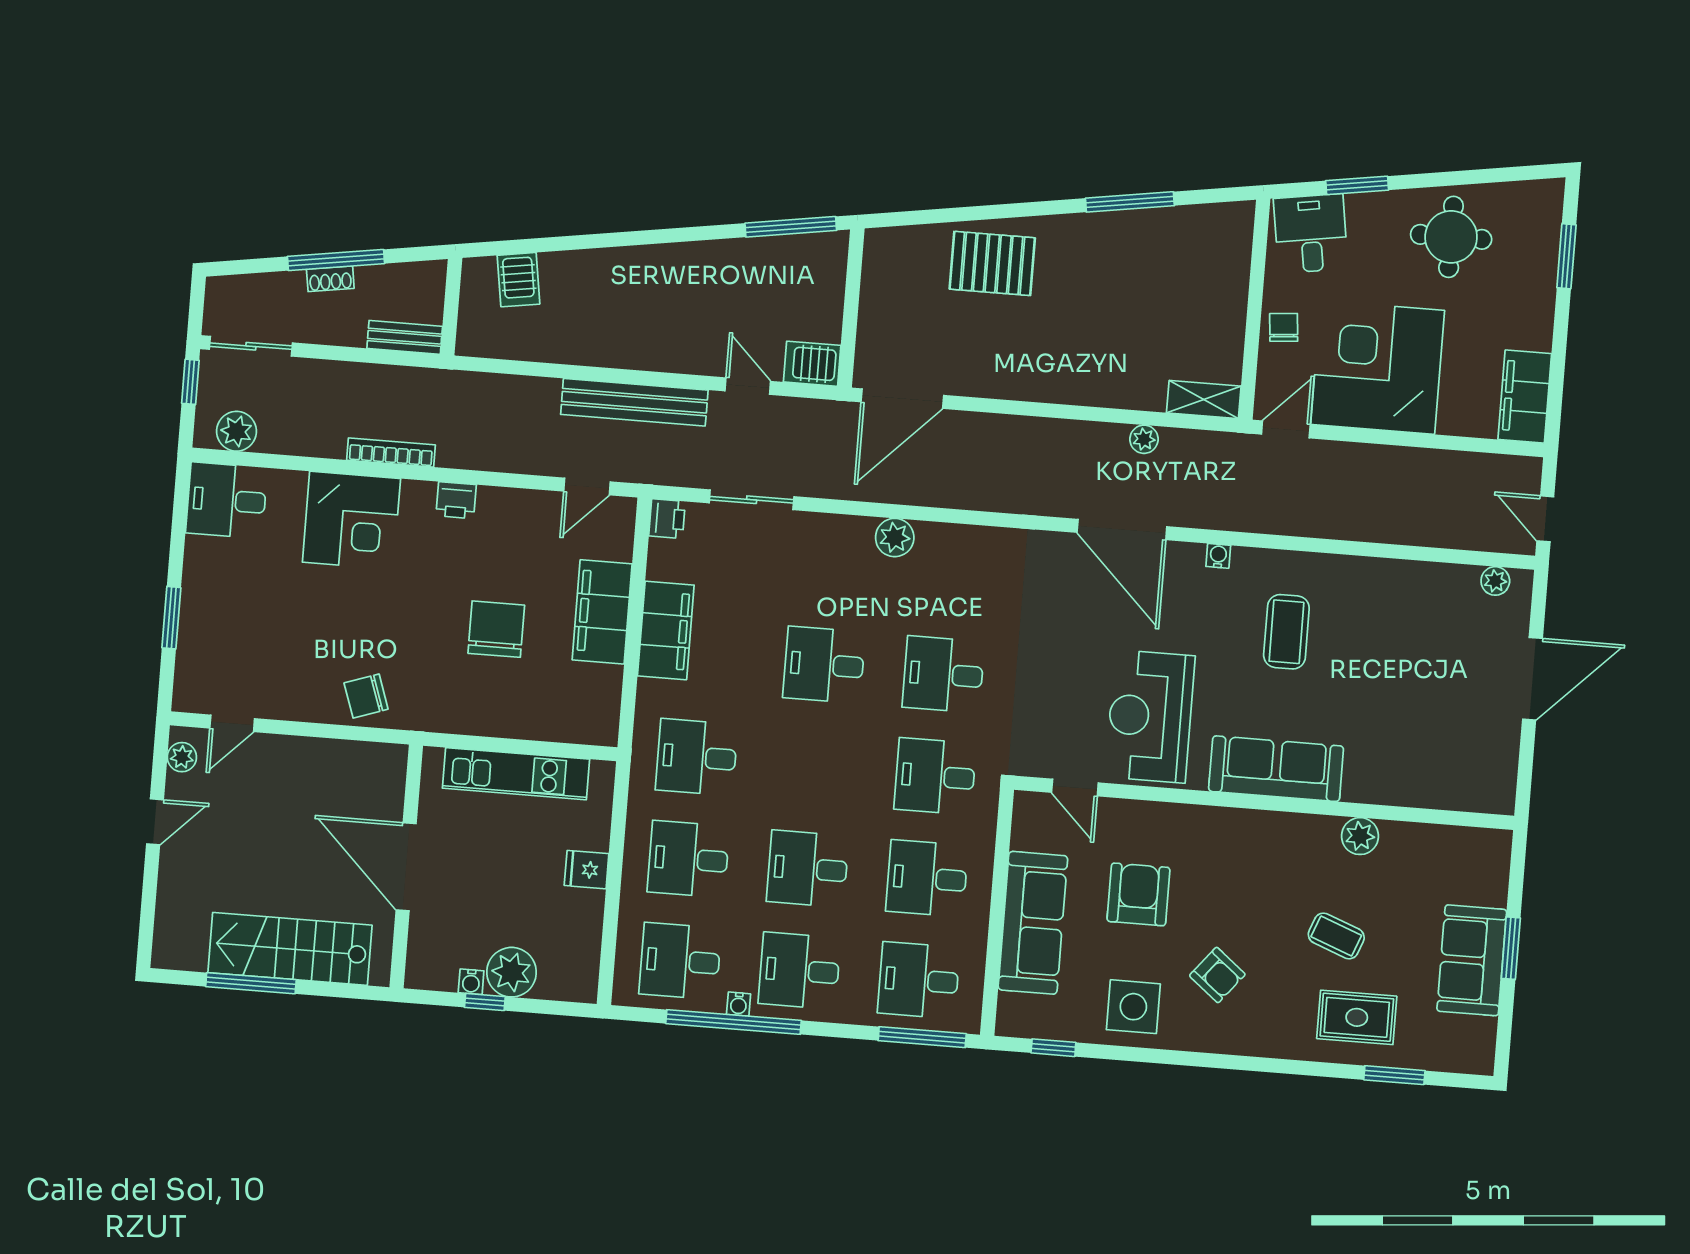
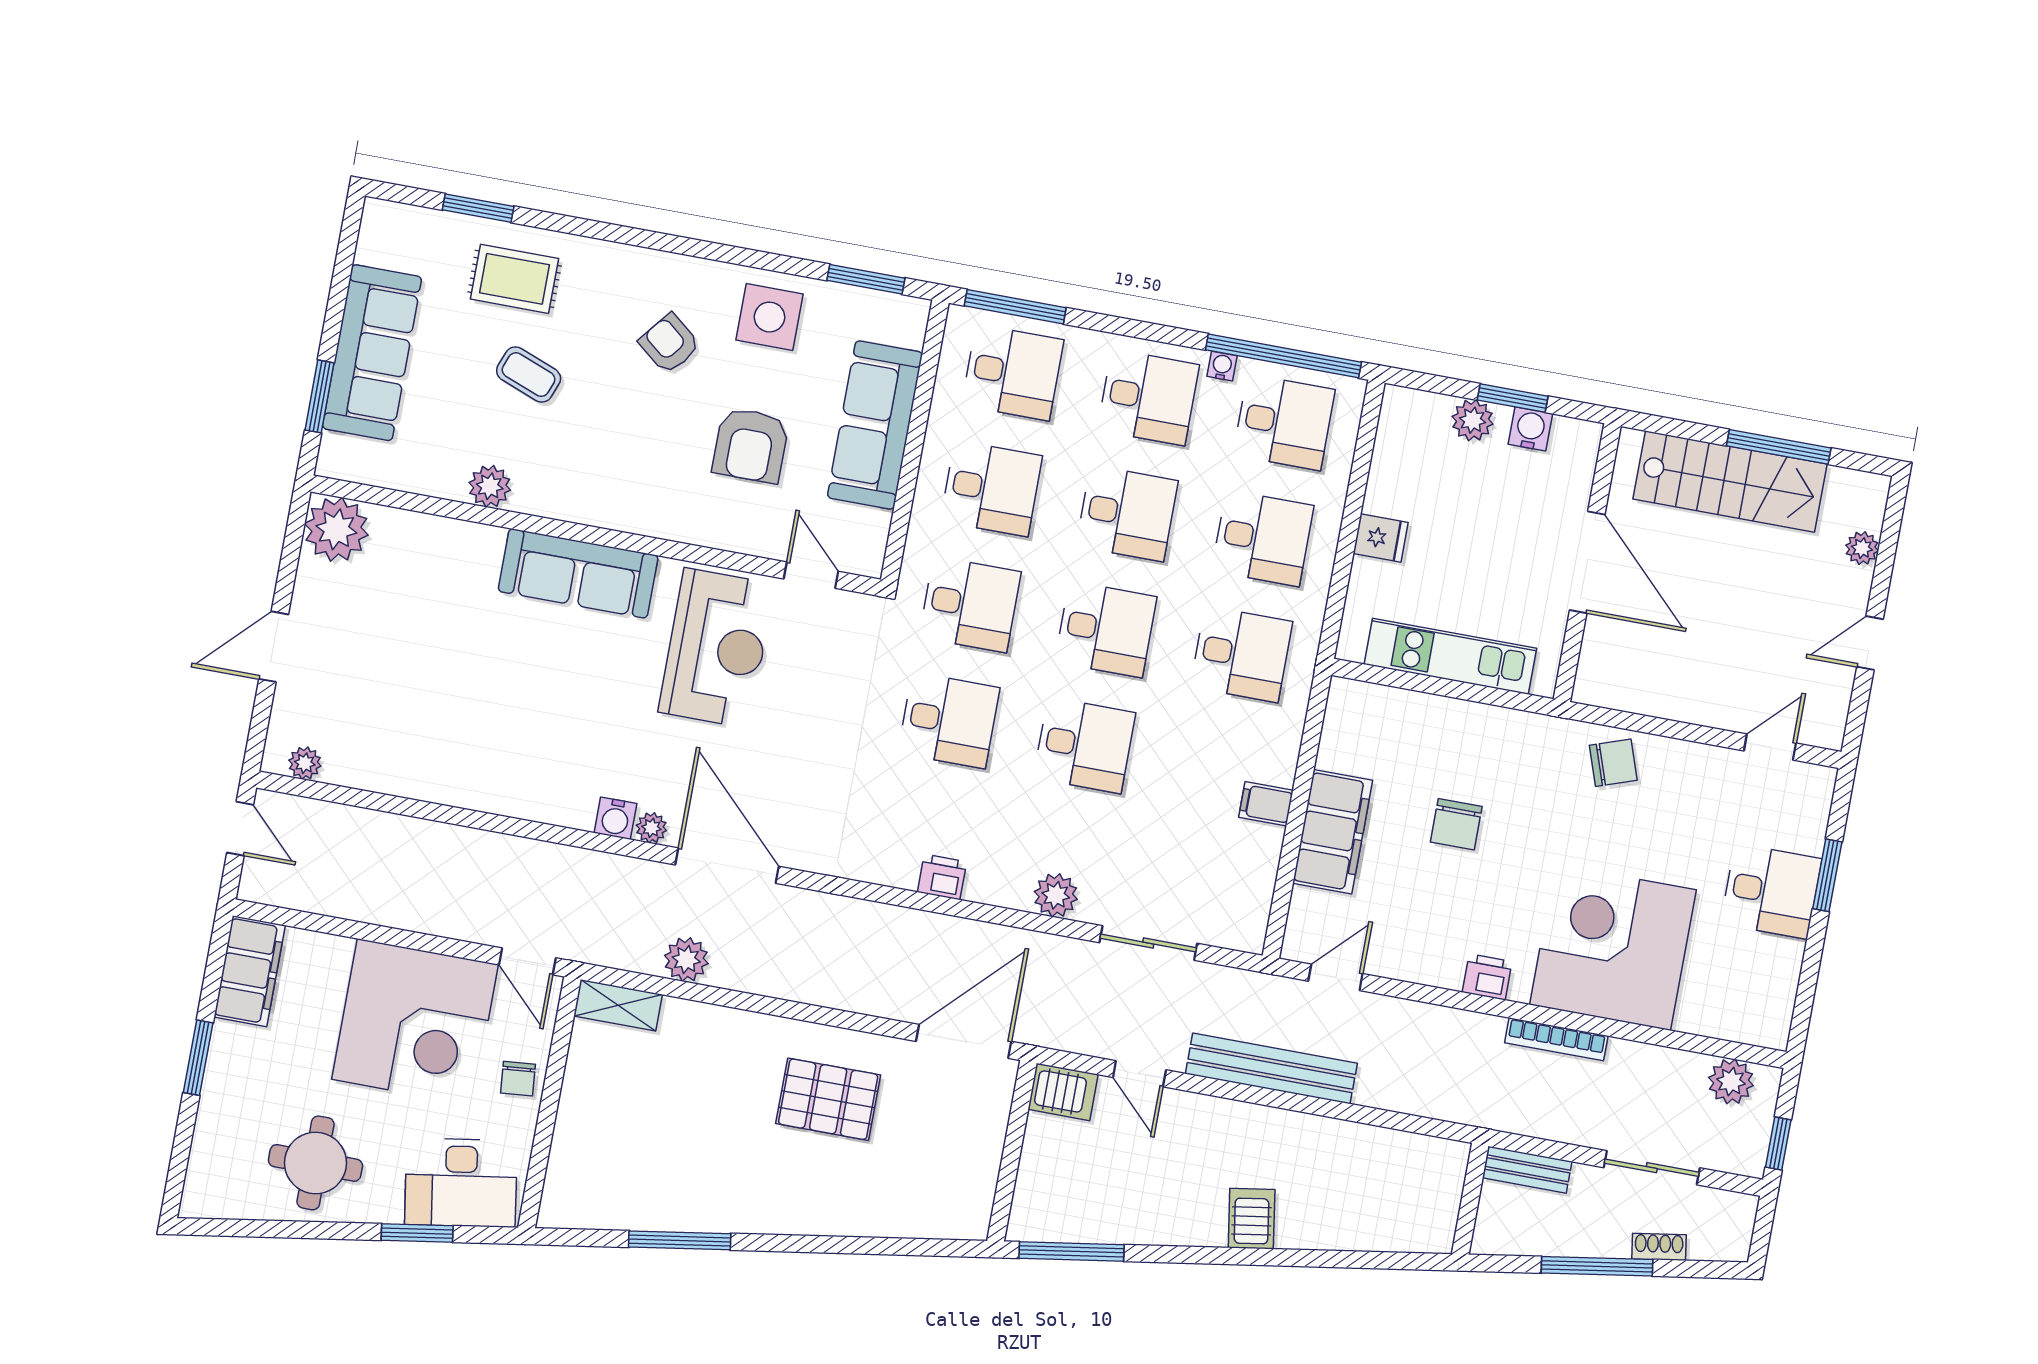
desk: (1311, 234) -> (461, 1183), width x1.37
window: (1566, 256) -> (198, 1058), moved
pallet: (992, 263) -> (828, 1099), moved
shoe rack: (330, 279) -> (1659, 1247), moved
server rack: (518, 280) -> (1252, 1219), moved
sliding door: (251, 346) -> (1652, 1168), moved
door: (1286, 429) -> (527, 961), hinge flipped
plant: (1144, 439) -> (686, 960), width x1.38, depth x1.38
desk: (227, 500) -> (1771, 891), moved
printer: (667, 519) -> (942, 877), moved, turned 90
corner desk: (351, 520) -> (1613, 947), width x1.36, depth x1.36
plant: (895, 538) -> (1056, 895), moved
plant: (1190, 556) -> (651, 828), added
water cooler: (1218, 556) -> (615, 818), width x1.38, depth x1.38
chair: (496, 629) -> (1456, 824), width x0.73, depth x0.73
filing cabinet: (666, 630) -> (1266, 804), width x0.33, depth x0.86
coffee table: (1286, 632) -> (550, 729), removed
door: (1532, 679) -> (274, 647), width x0.73
plant: (182, 757) -> (1862, 548), moved
desk: (816, 767) -> (1106, 629), added
plant: (1489, 786) -> (336, 529), added
window: (1511, 948) -> (319, 396), moved
sofa: (1472, 960) -> (372, 353), width x1.36
plant: (511, 972) -> (1473, 420), width x0.73, depth x0.73
water cooler: (471, 982) -> (1530, 429), width x1.38, depth x1.38
window: (485, 1002) -> (1513, 398), width x1.50
window: (733, 1022) -> (1283, 356), moved
window: (1053, 1048) -> (866, 279), width x1.50

